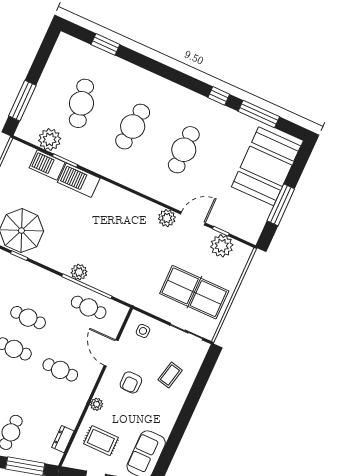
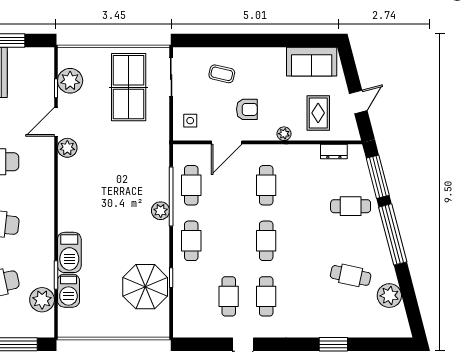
door: (193, 219) -> (56, 122), hinge flipped
cafe table: (28, 318) -> (191, 241), moved

